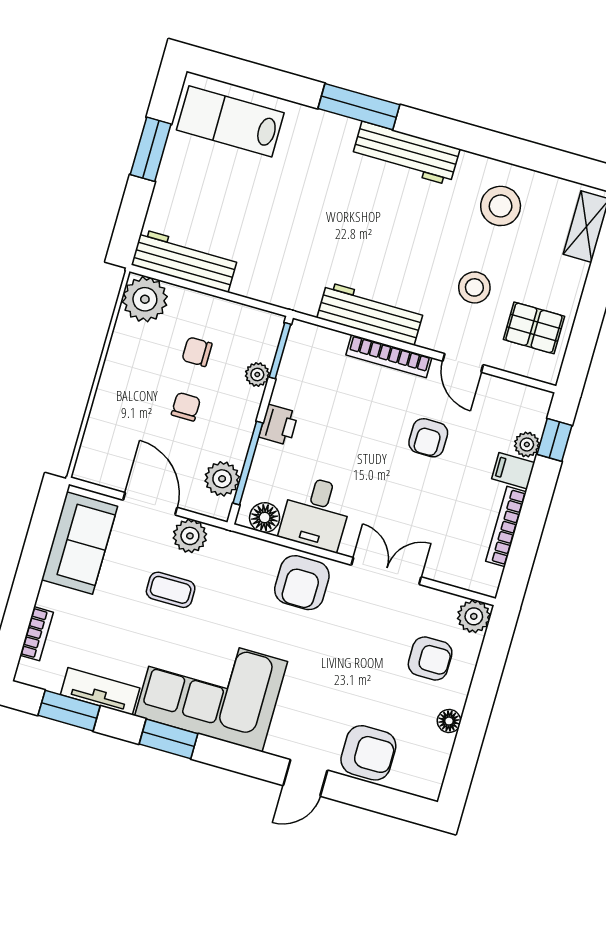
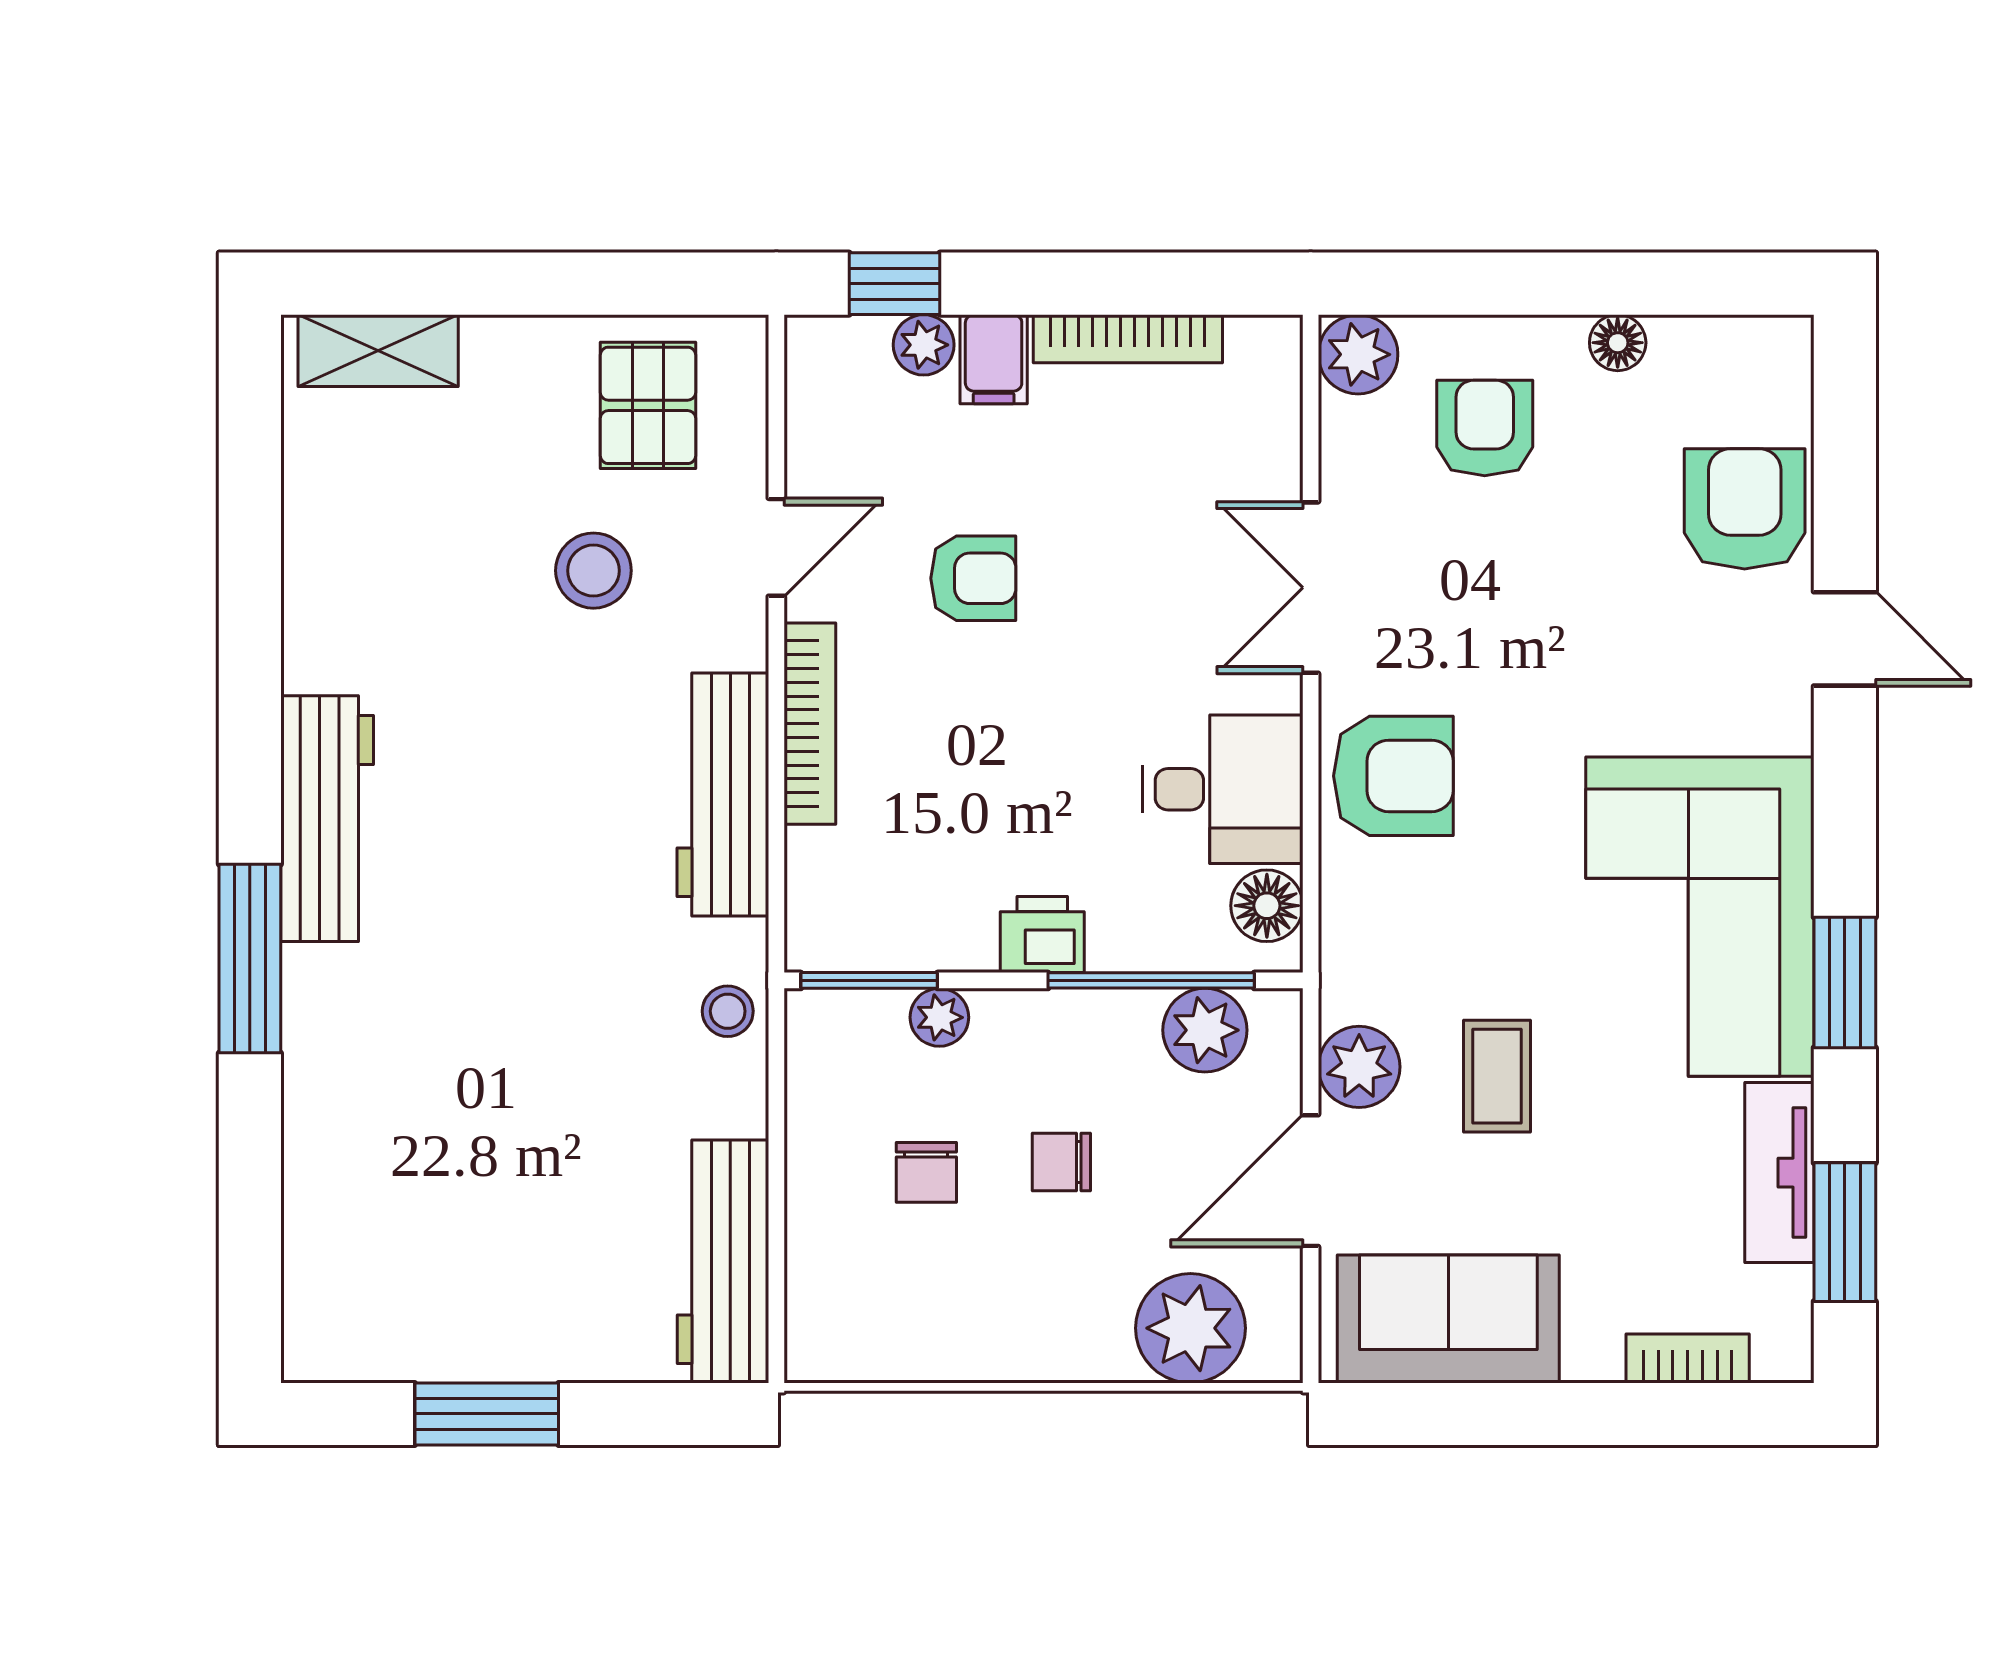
lab bench: (230, 121) -> (369, 1247), removed
stool: (501, 206) -> (728, 1011), moved, width x0.53, depth x0.53
plant: (145, 299) -> (1190, 1328), moved

